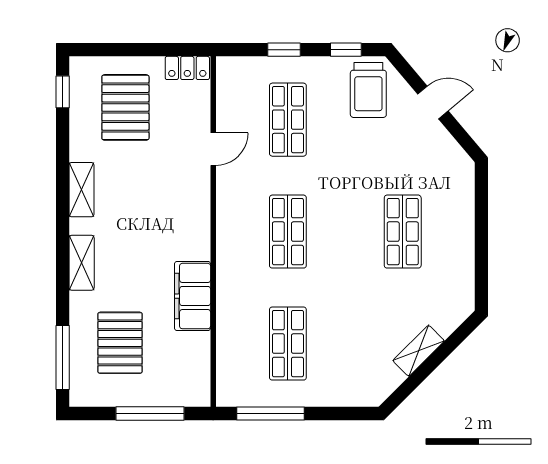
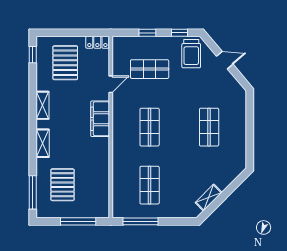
shop shelf: (288, 120) -> (150, 69), turned 90
filing cabinet: (193, 296) -> (100, 119), moved
shelving: (419, 351) -> (209, 198), moved

